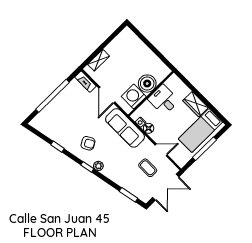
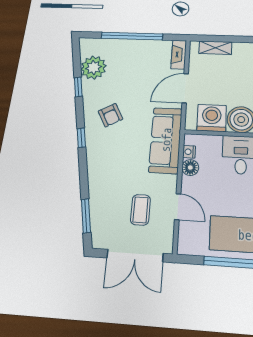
plant: (98, 166) -> (93, 68), moved, width x1.87, depth x1.87

